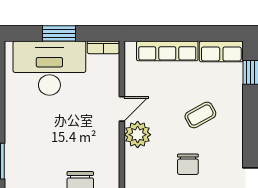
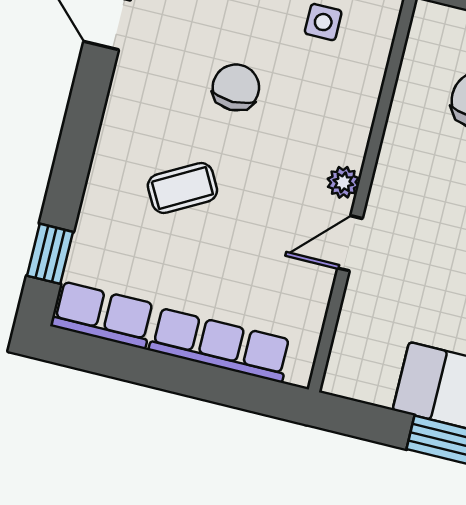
bookcase: (103, 47) -> (358, 387), removed
plant: (138, 135) -> (343, 182), width x0.53, depth x0.53

